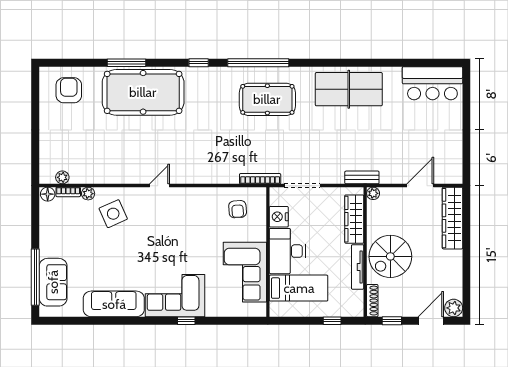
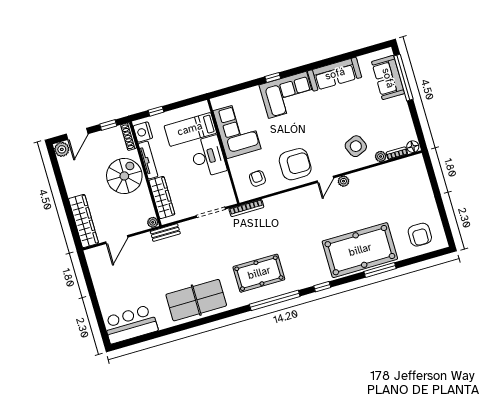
plant: (62, 177) -> (343, 181), moved
armchair: (189, 213) -> (295, 164), added
nightstand: (279, 217) -> (143, 132), moved, turned 180

